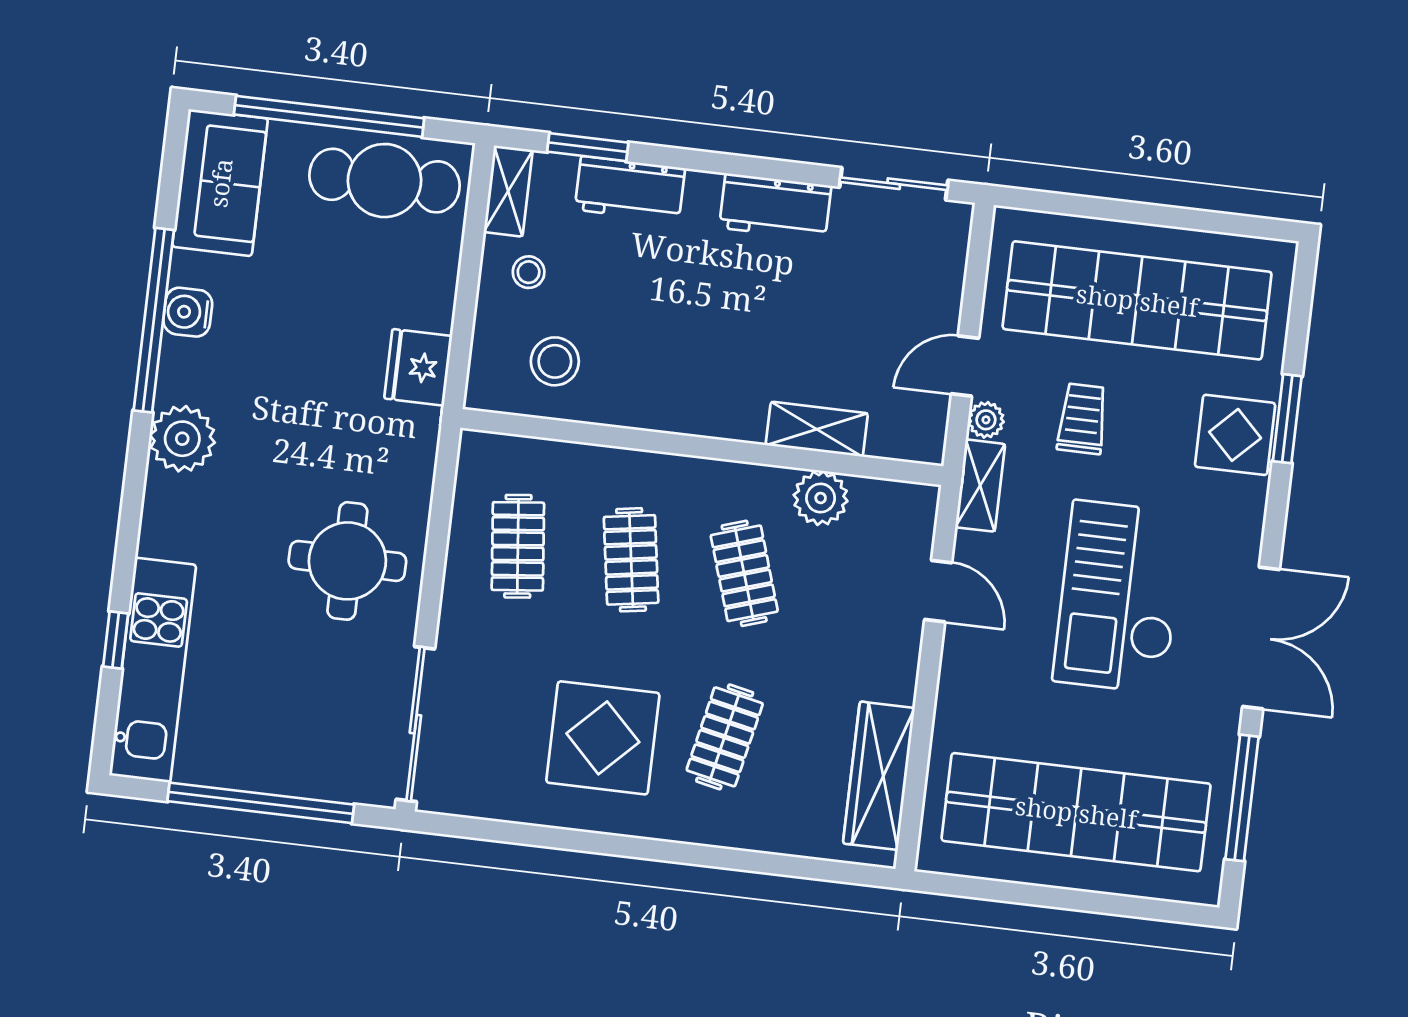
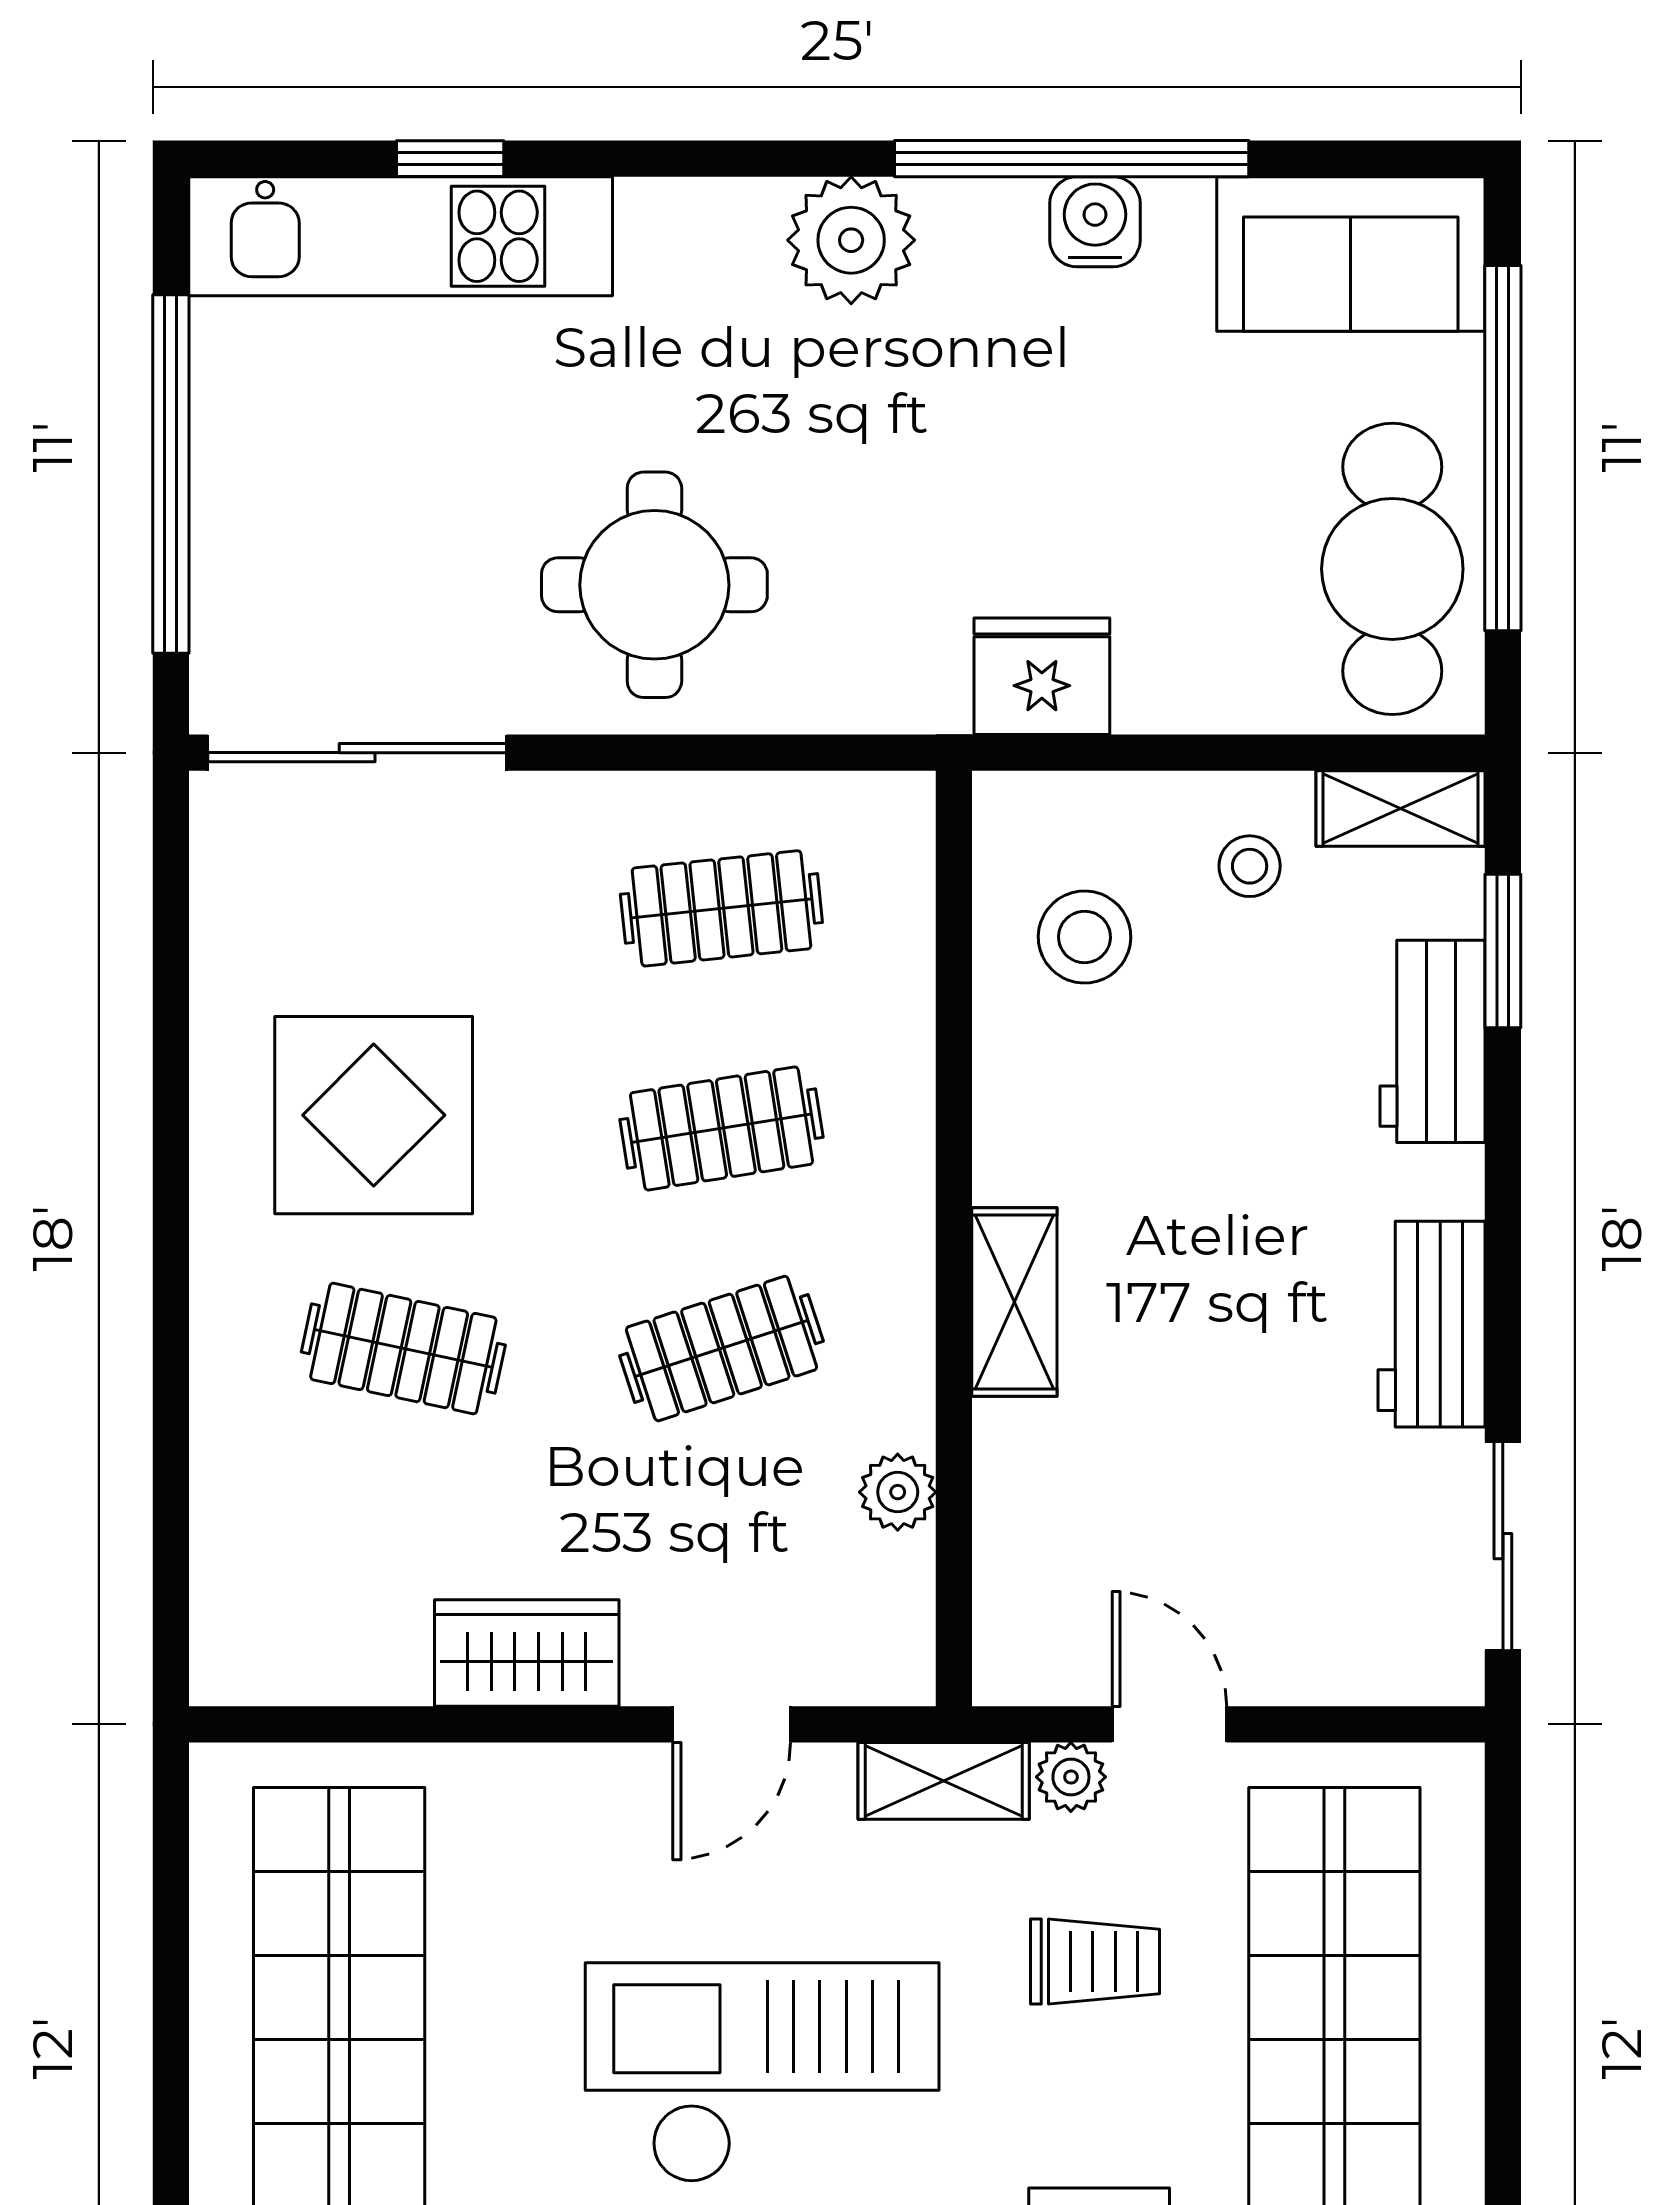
shelving: (817, 429) -> (1014, 1302), moved
plant: (821, 498) -> (898, 1492), width x0.73, depth x0.73
wardrobe: (879, 776) -> (527, 1653), moved, width x0.67

